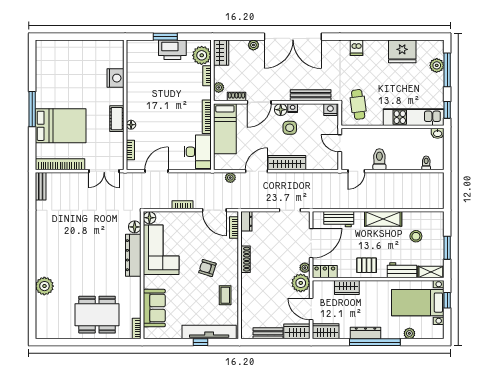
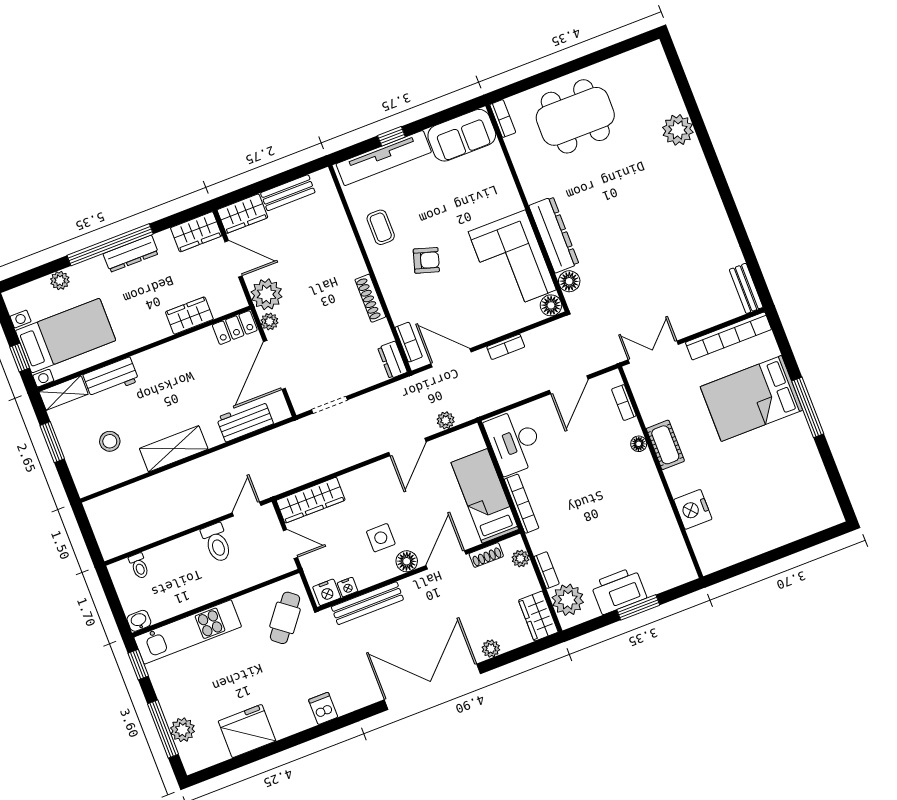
cafe table: (358, 104) -> (285, 618), turned 45
nightstand: (293, 108) -> (348, 587), moved
wardrobe: (287, 163) -> (311, 500), moved
pallet: (367, 265) -> (171, 364), removed
sofa: (154, 308) -> (462, 135), moved, turned -90

